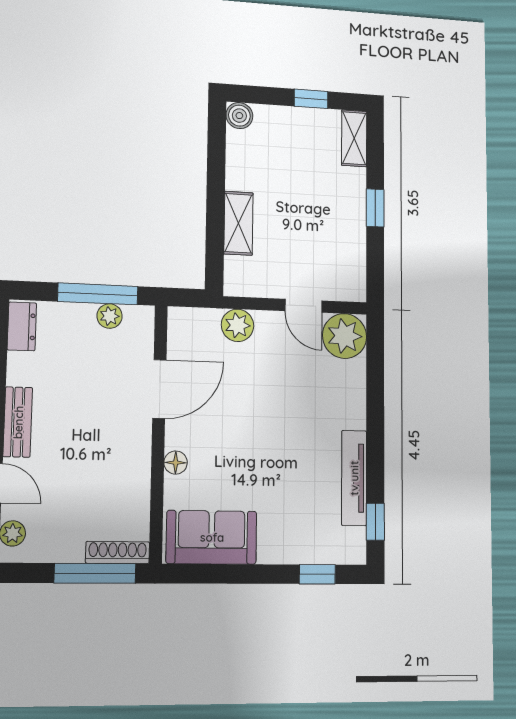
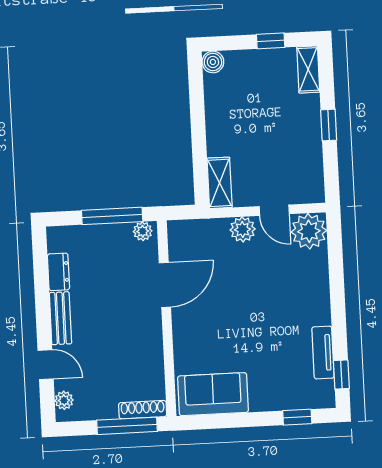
shelving: (238, 223) -> (220, 183), moved
plant: (110, 316) -> (143, 231), moved
plant: (238, 325) -> (243, 229), moved
dresser: (22, 326) -> (58, 272), moved
floor lamp: (176, 463) -> (181, 340), removed
tv unit: (354, 478) -> (323, 353), width x0.71

